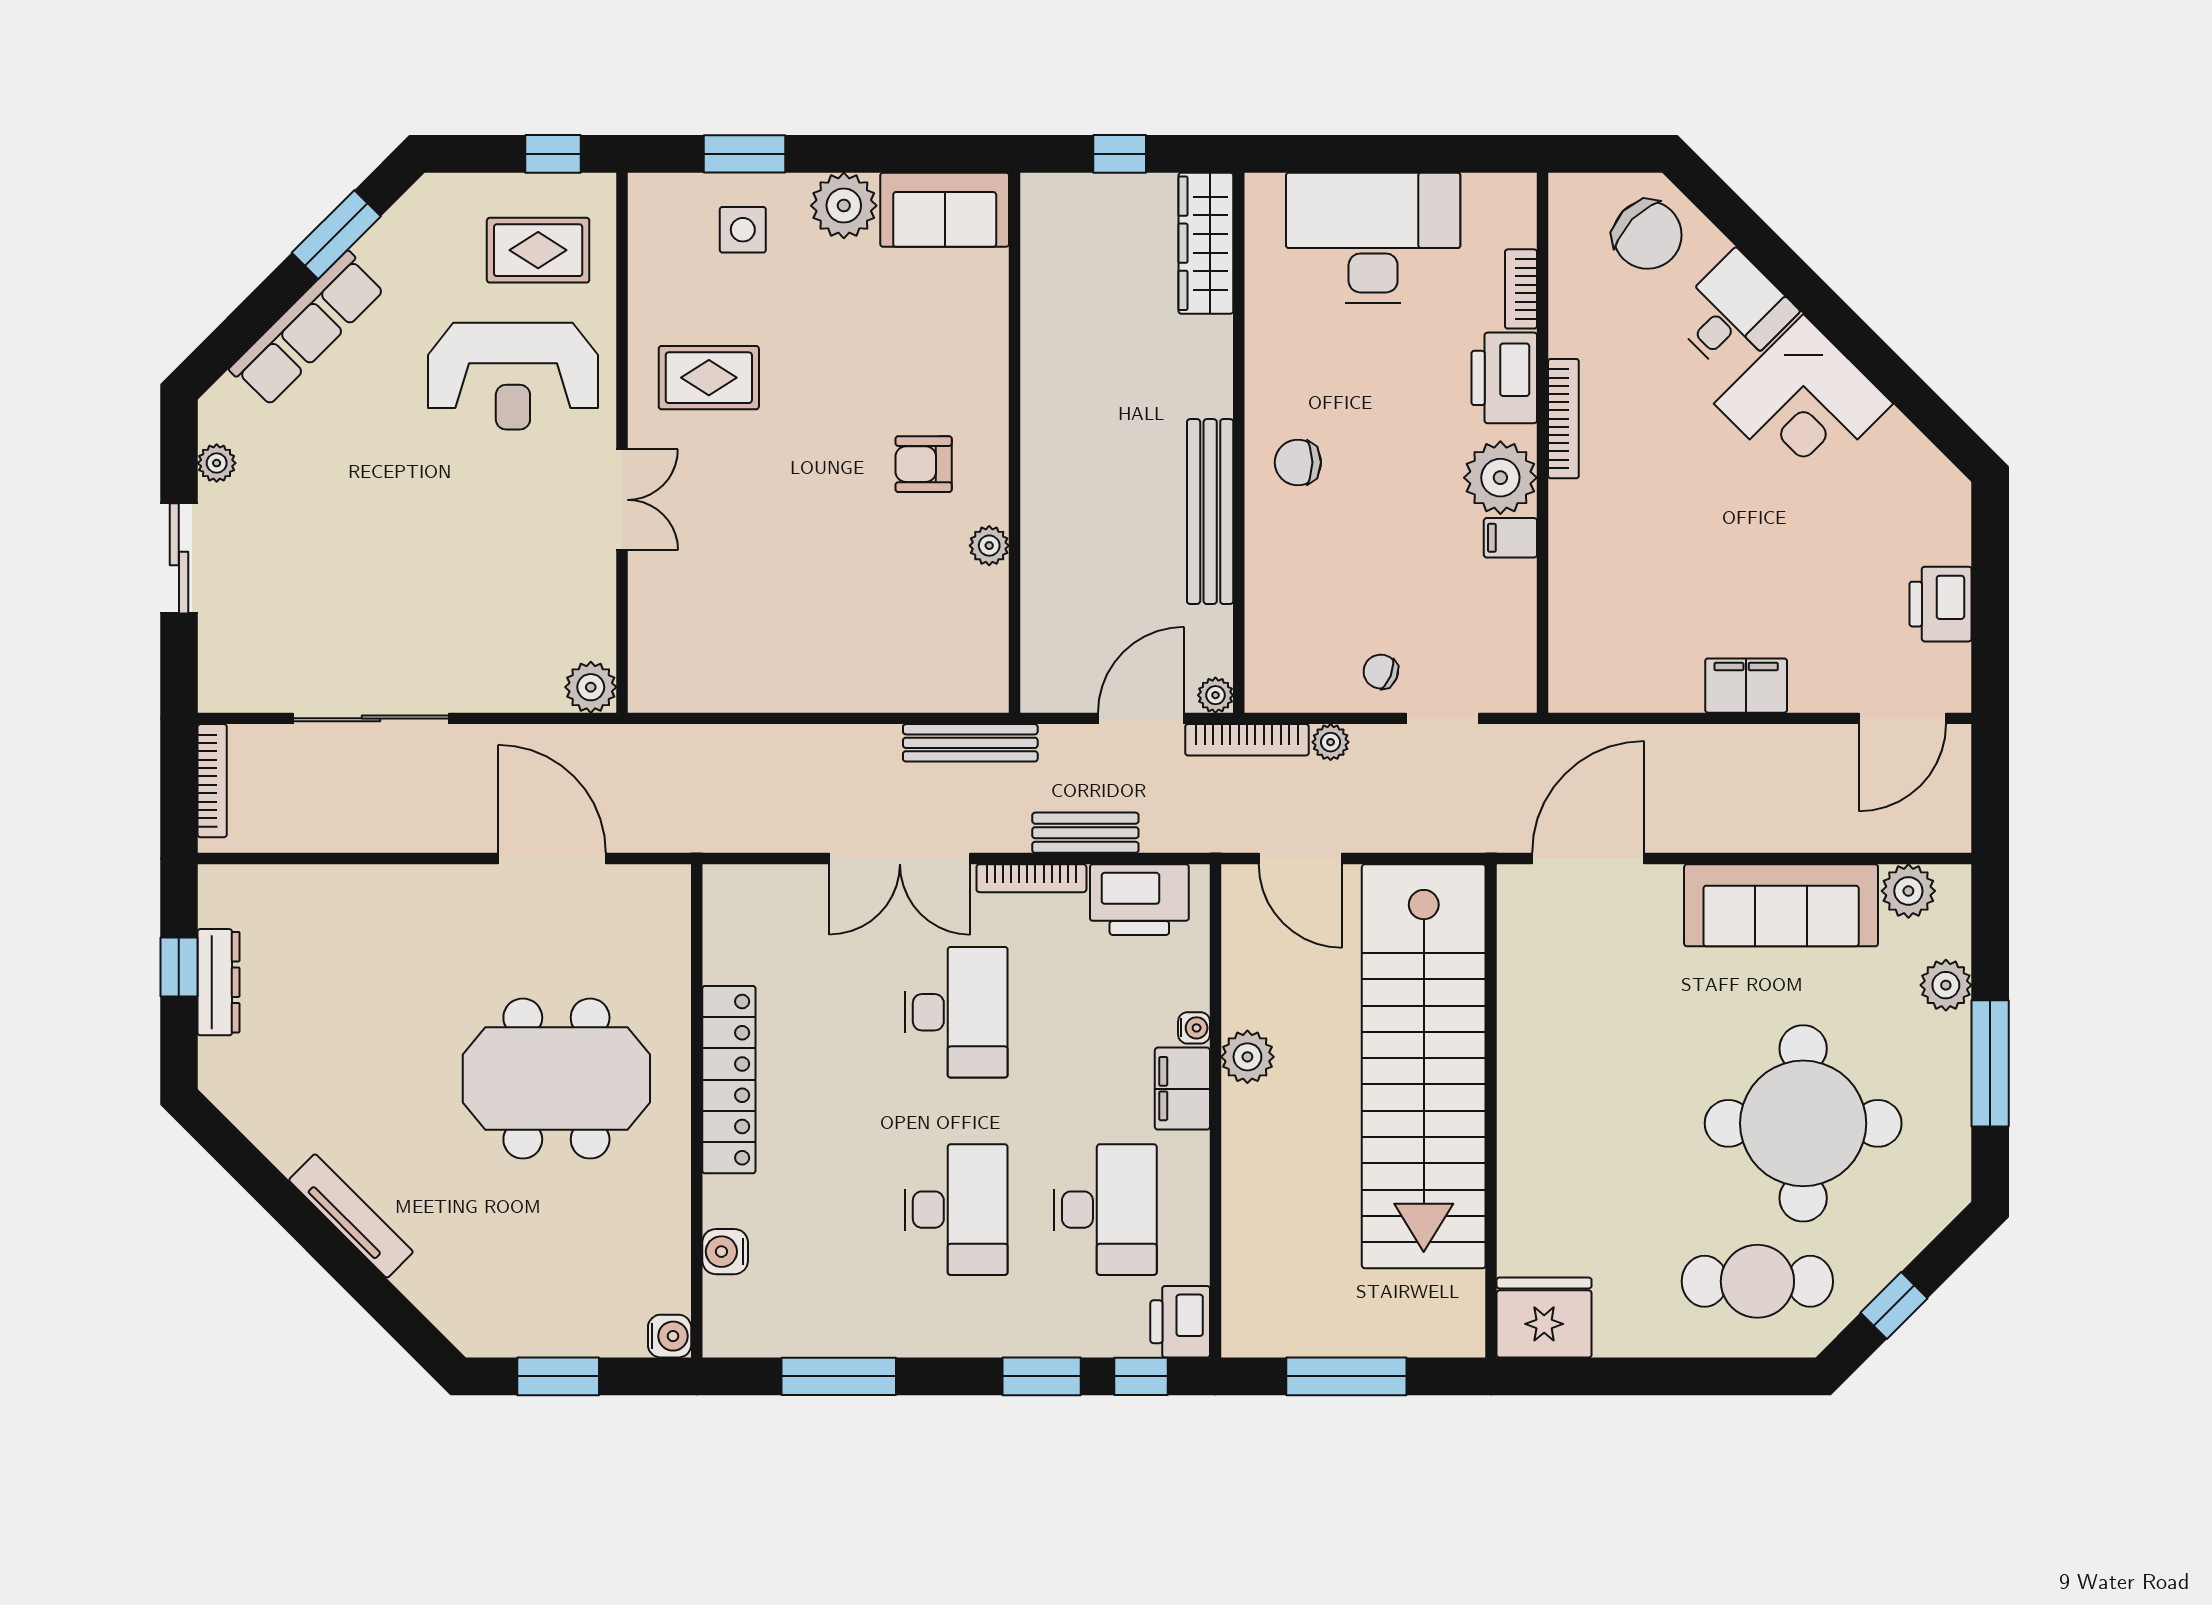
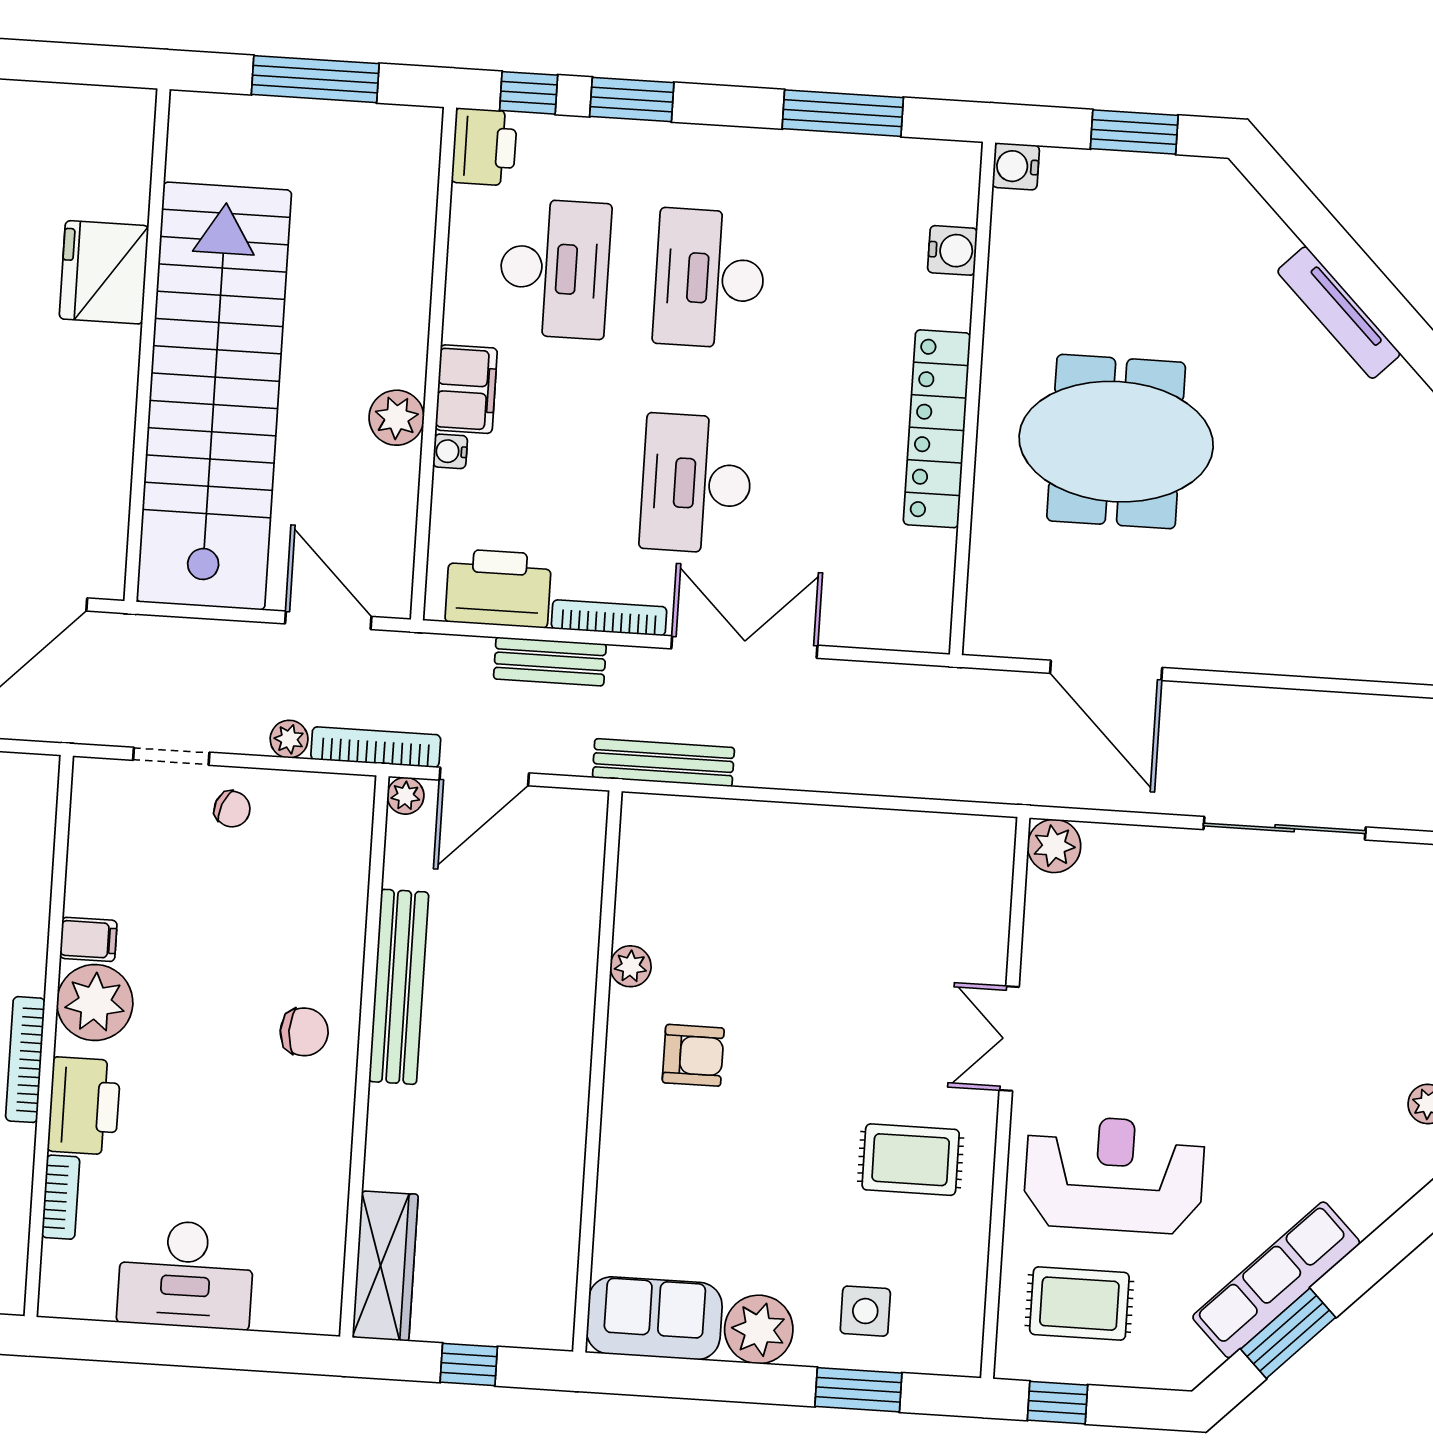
desk: (1373, 238) -> (186, 1274), width x0.73, depth x0.77
row of seats: (307, 329) -> (1276, 1280), moved
desk: (1105, 1210) -> (555, 269), turned 180
fridge: (1544, 1318) -> (104, 272), moved, turned 90

